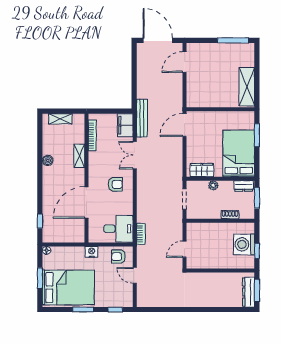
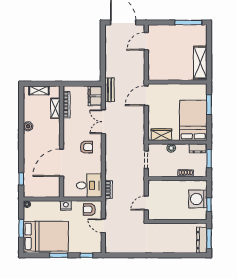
bench: (142, 118) -> (110, 90), width x0.73
shelving: (79, 156) -> (55, 108), moved

